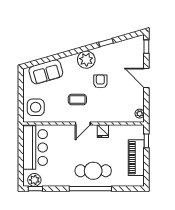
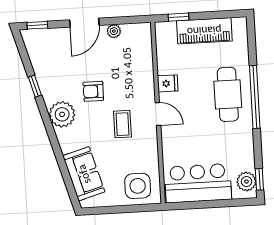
plant: (140, 114) -> (114, 31), moved

